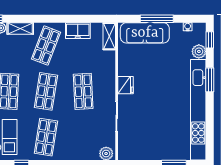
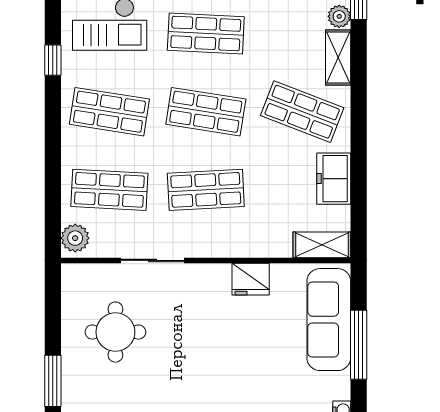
fridge: (126, 85) -> (251, 279), moved
round table: (151, 134) -> (115, 332), added
shop shelf: (83, 137) -> (109, 190), added

